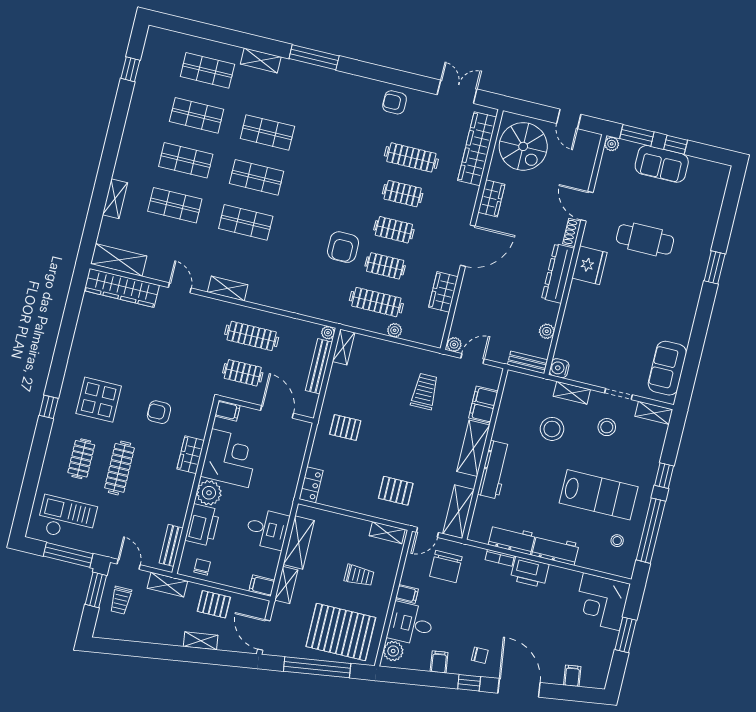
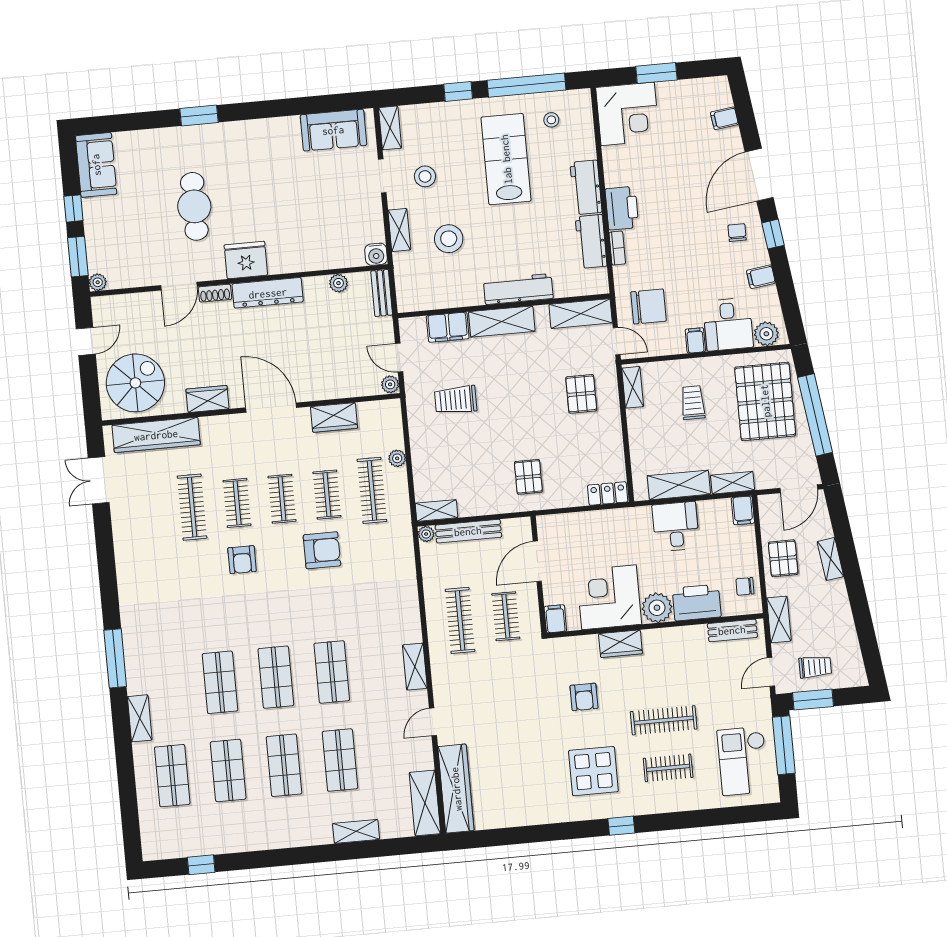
armchair: (395, 102) -> (242, 560), moved
sofa: (662, 164) -> (96, 165), moved

